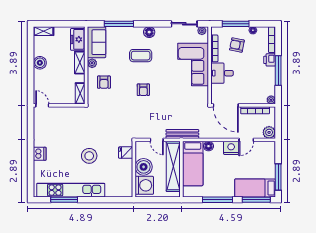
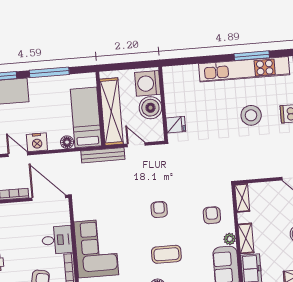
door: (246, 140) -> (18, 154), hinge flipped
stool: (89, 156) -> (251, 115), moved

